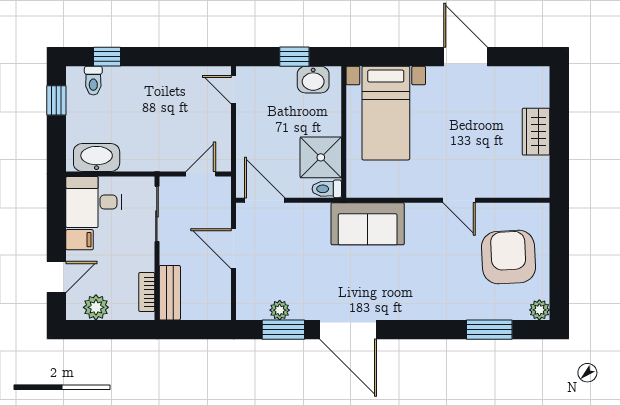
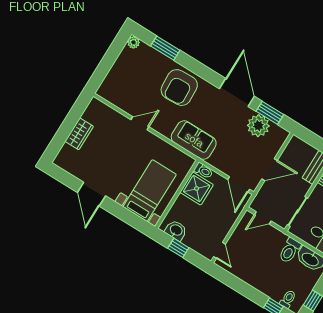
toilet: (134, 152) -> (290, 250), added
door: (459, 200) -> (140, 123), hinge flipped
door: (234, 249) -> (270, 170), hinge flipped
armchair: (508, 257) -> (179, 88), moved
plant: (280, 310) -> (258, 126), width x1.88, depth x1.88

